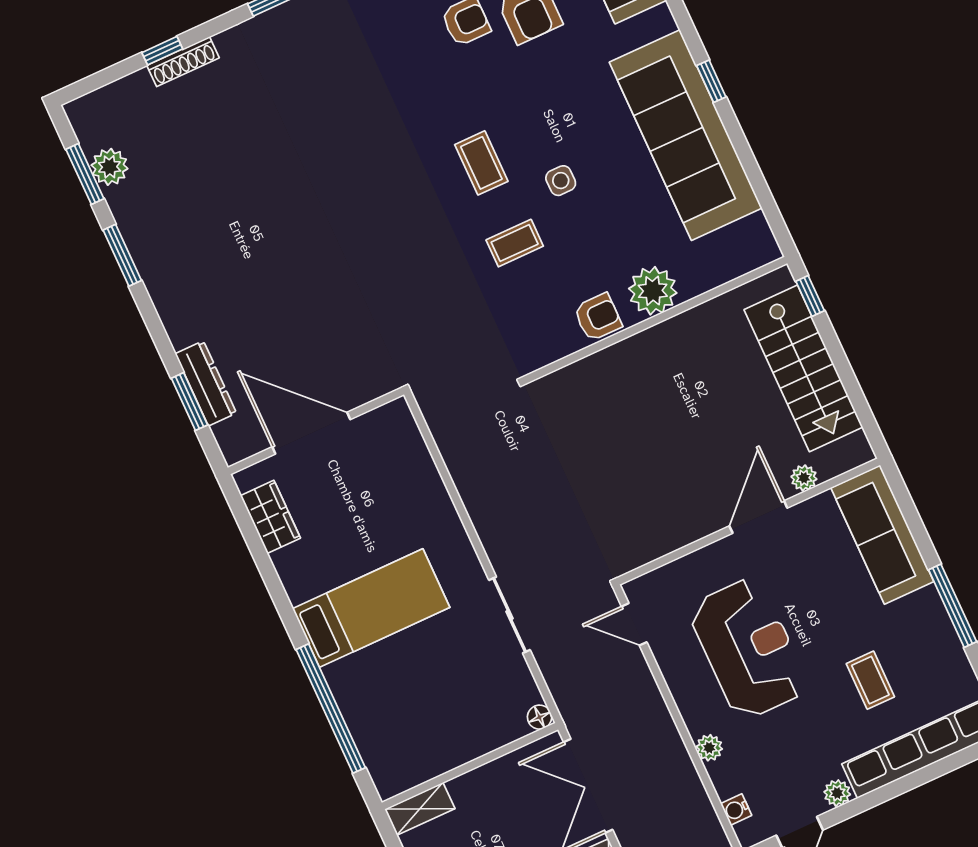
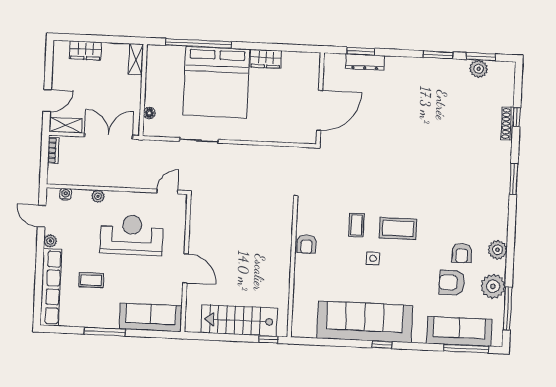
coffee table: (481, 163) -> (398, 228), width x1.36, depth x1.30
plant: (653, 291) -> (306, 273), removed
door: (311, 433) -> (320, 110), moved
plant: (804, 478) -> (192, 296), removed
wardrobe: (270, 517) -> (266, 59), moved
bed: (371, 608) -> (216, 82), width x2.04
reception desk: (748, 648) -> (132, 235), turned 180
floor lamp: (539, 717) -> (149, 113), moved

